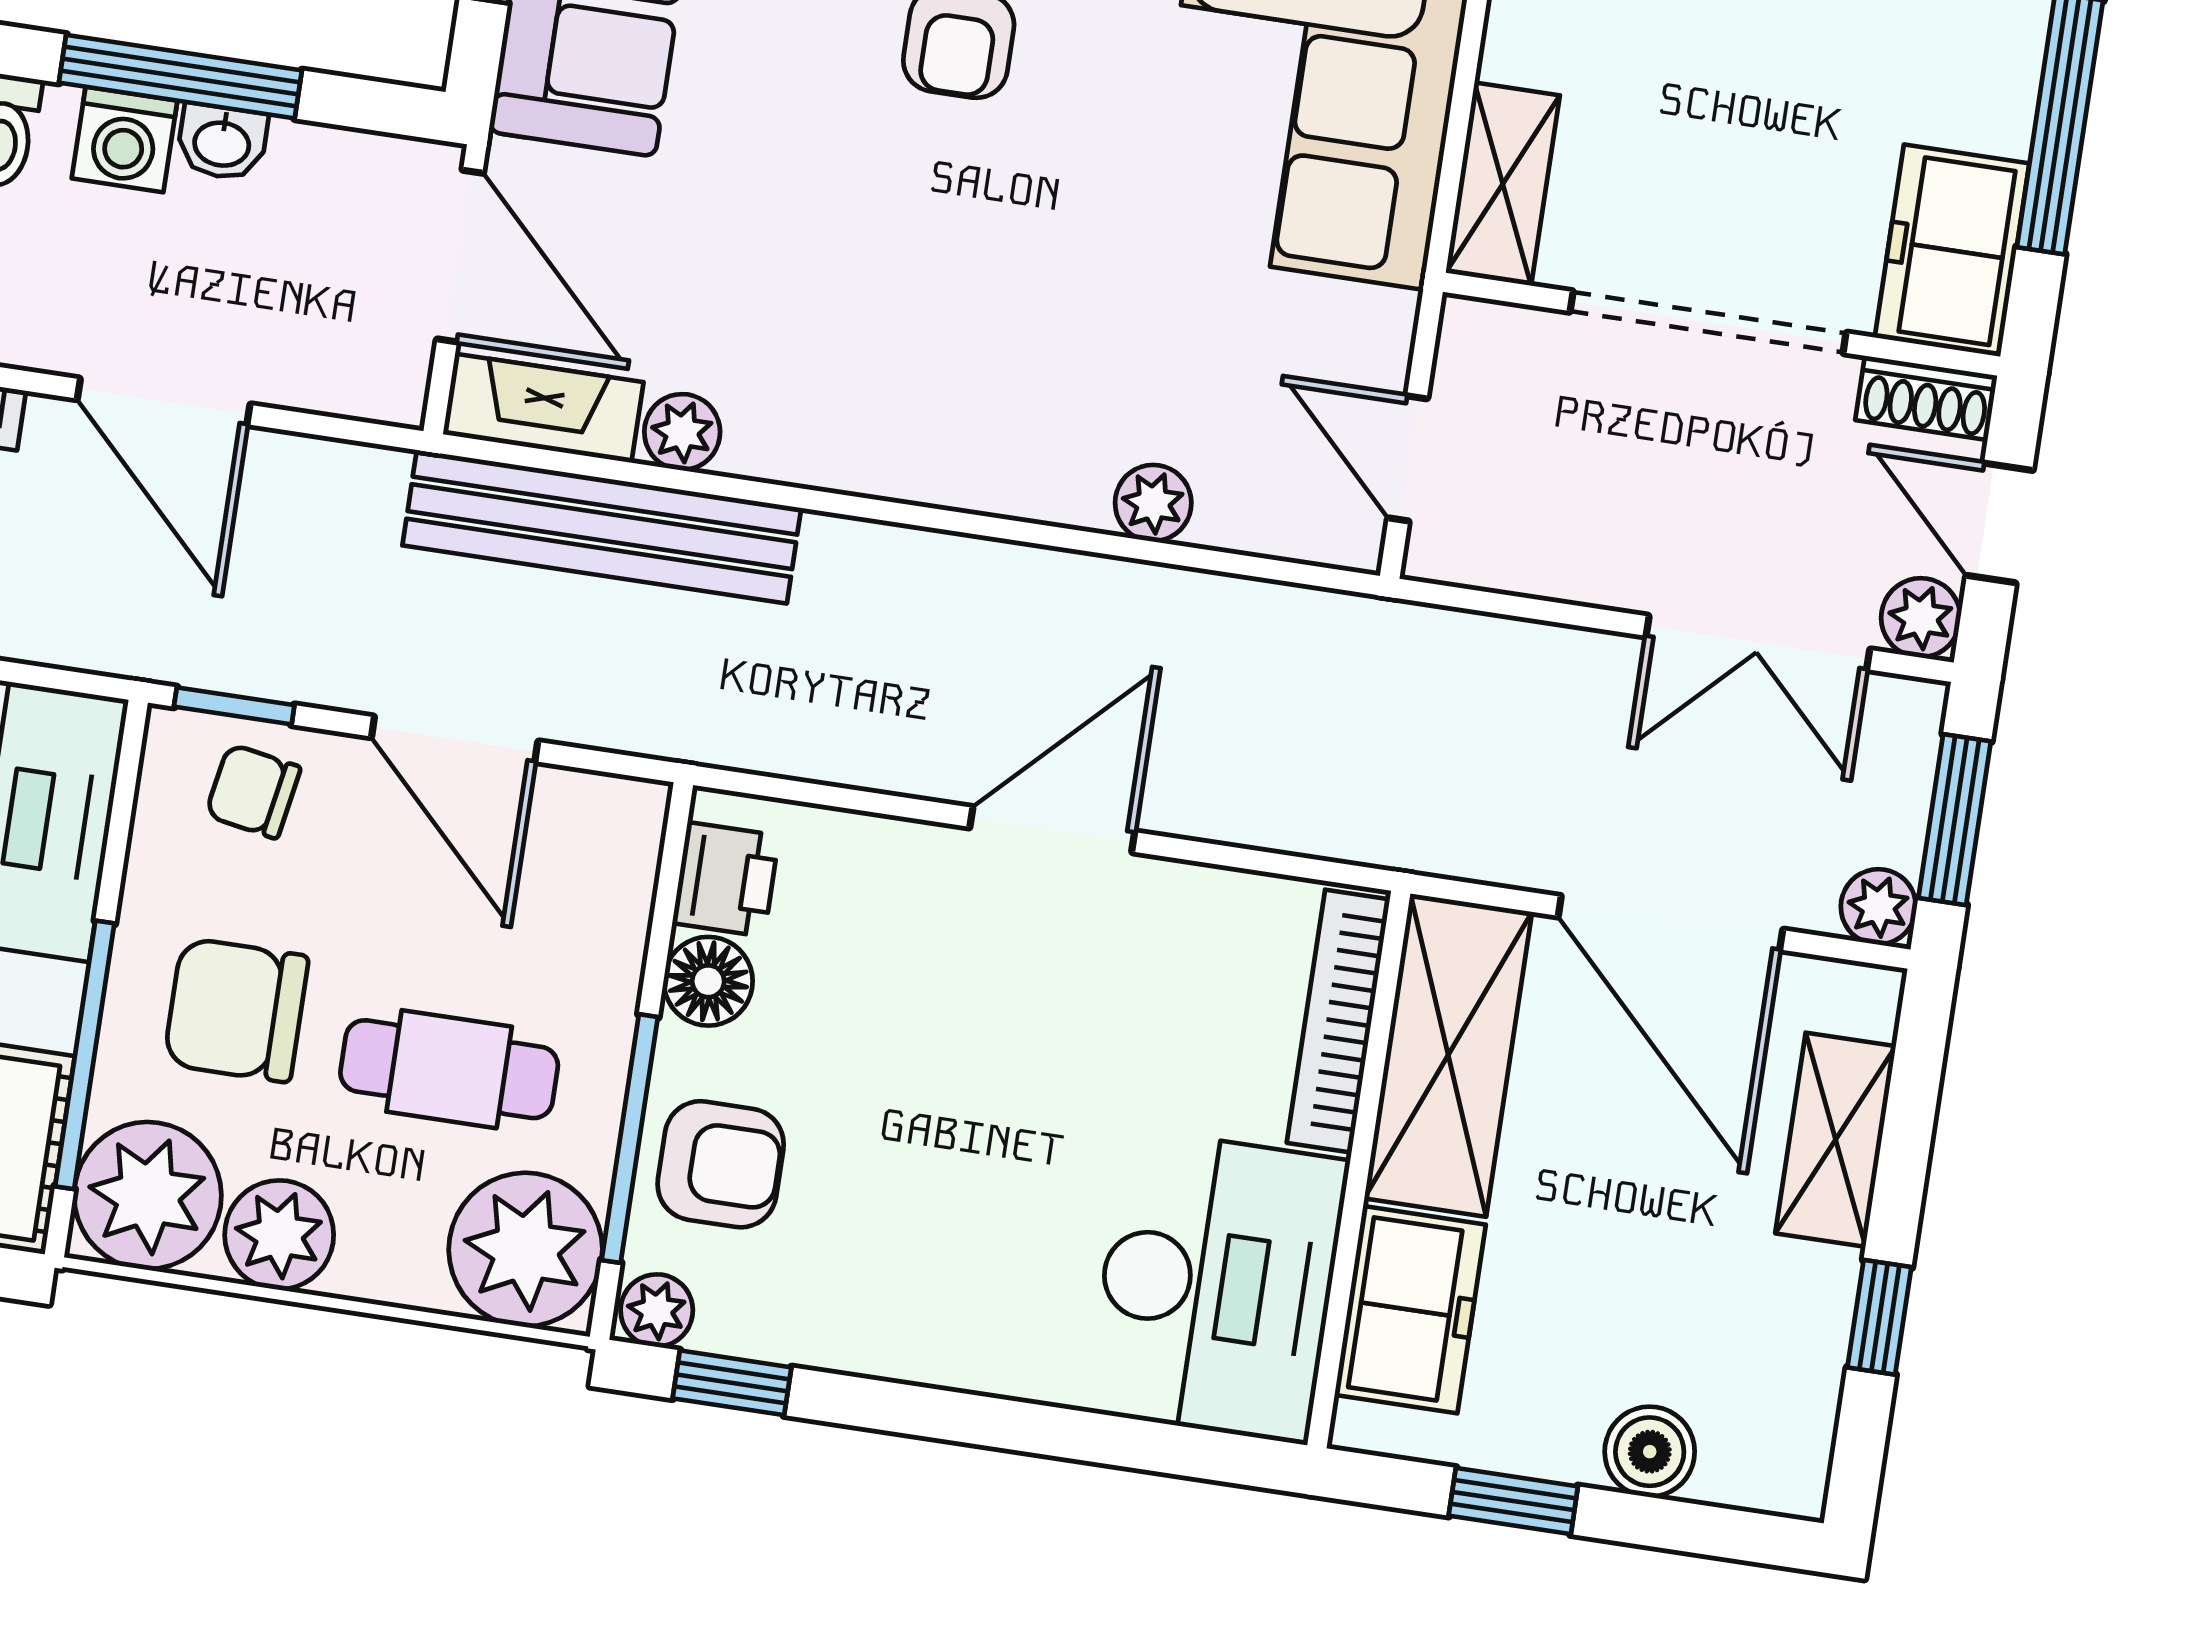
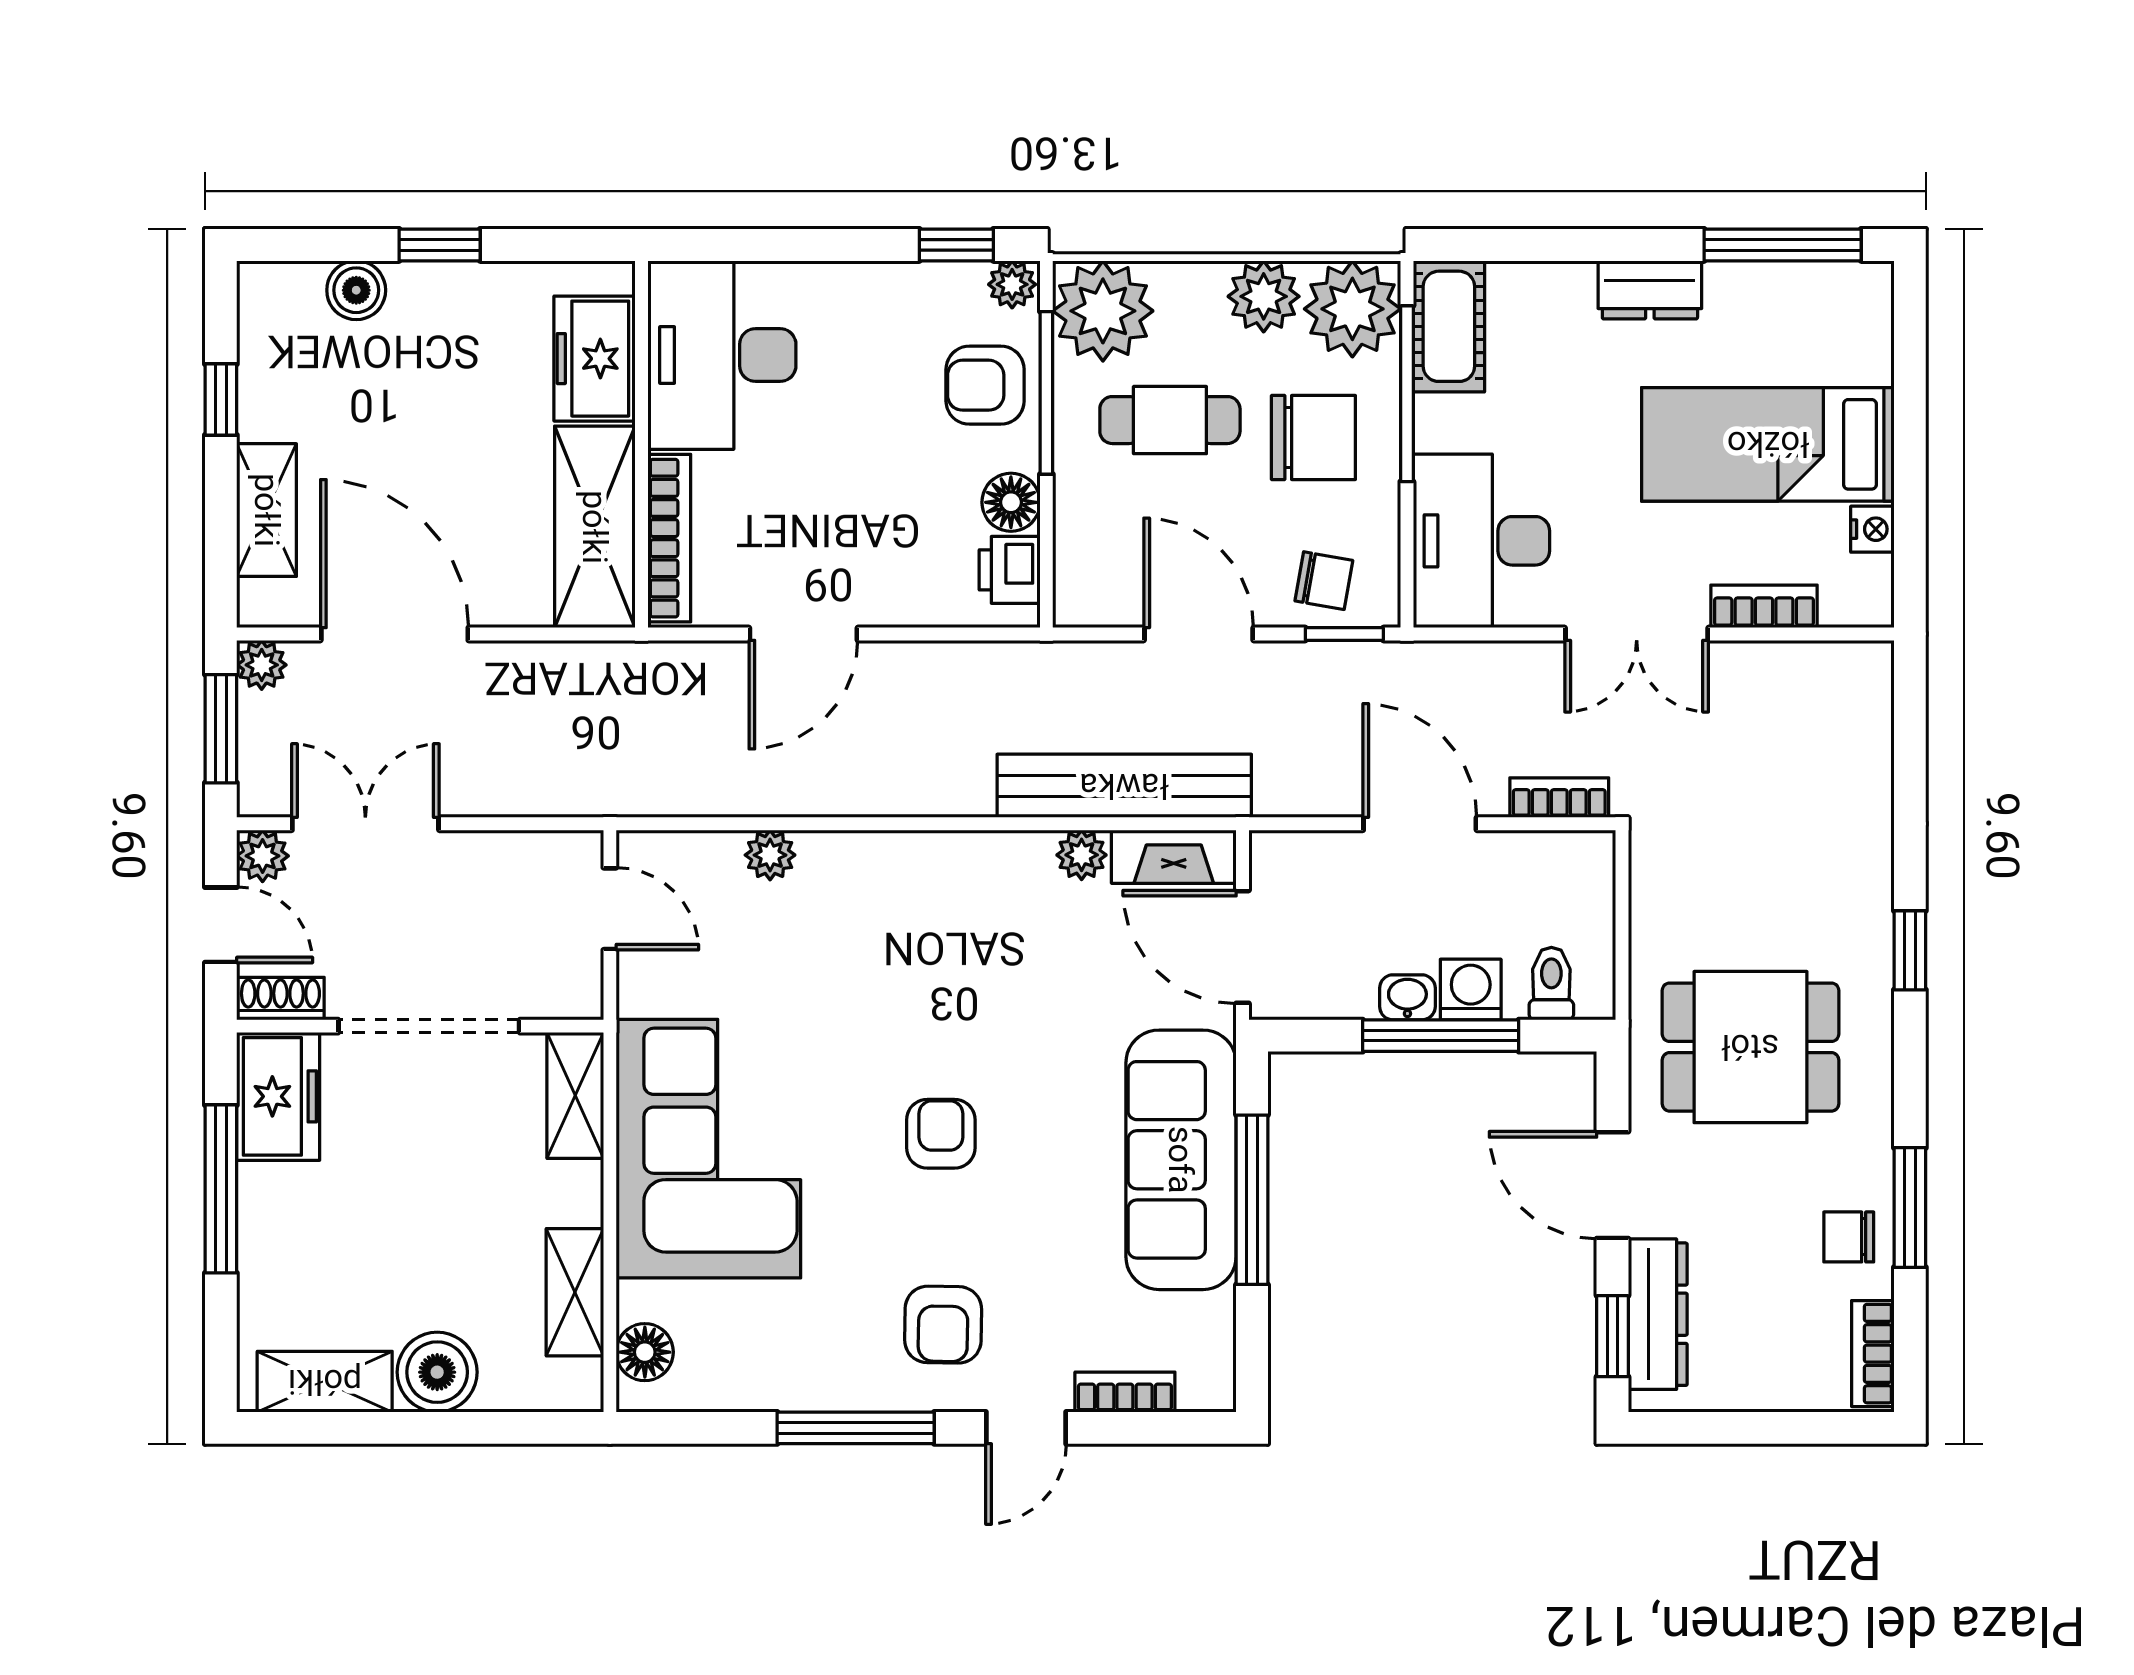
bookcase: (1338, 1021) -> (669, 538), moved
shelving: (1448, 1055) -> (595, 527), moved
wall: (1359, 1169) -> (642, 444), moved
desk: (1217, 1286) -> (722, 355), moved
freezer: (1410, 1310) -> (595, 359), moved

